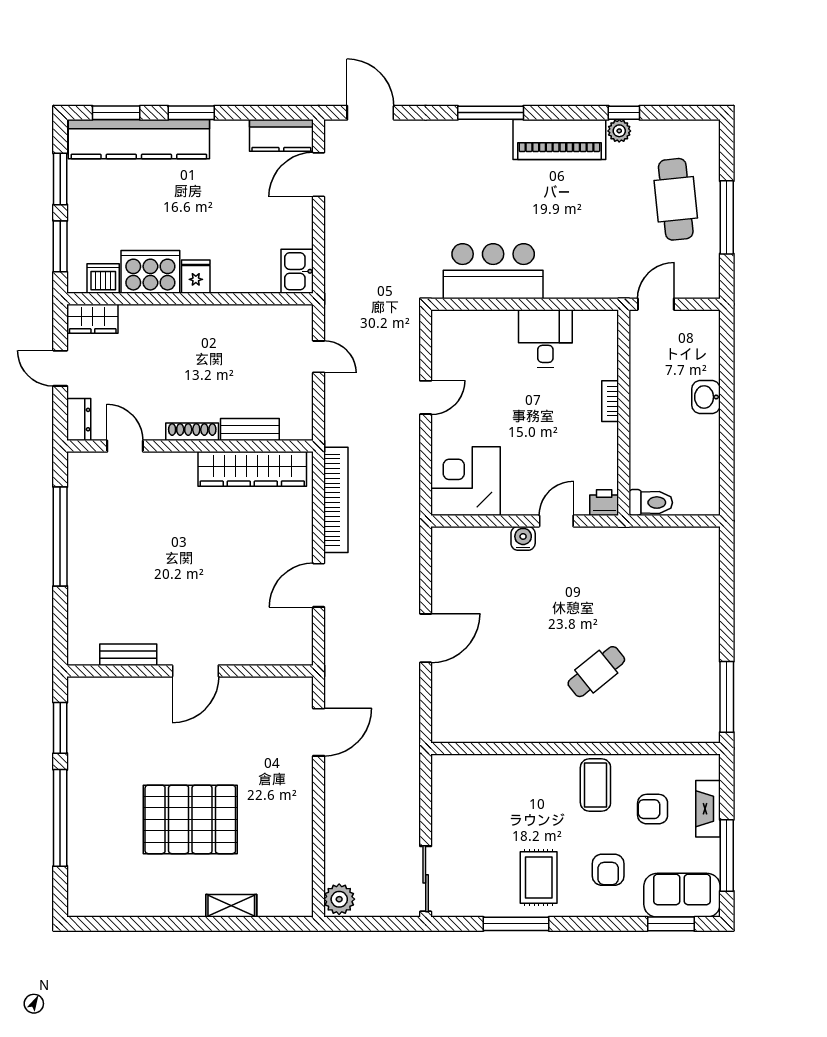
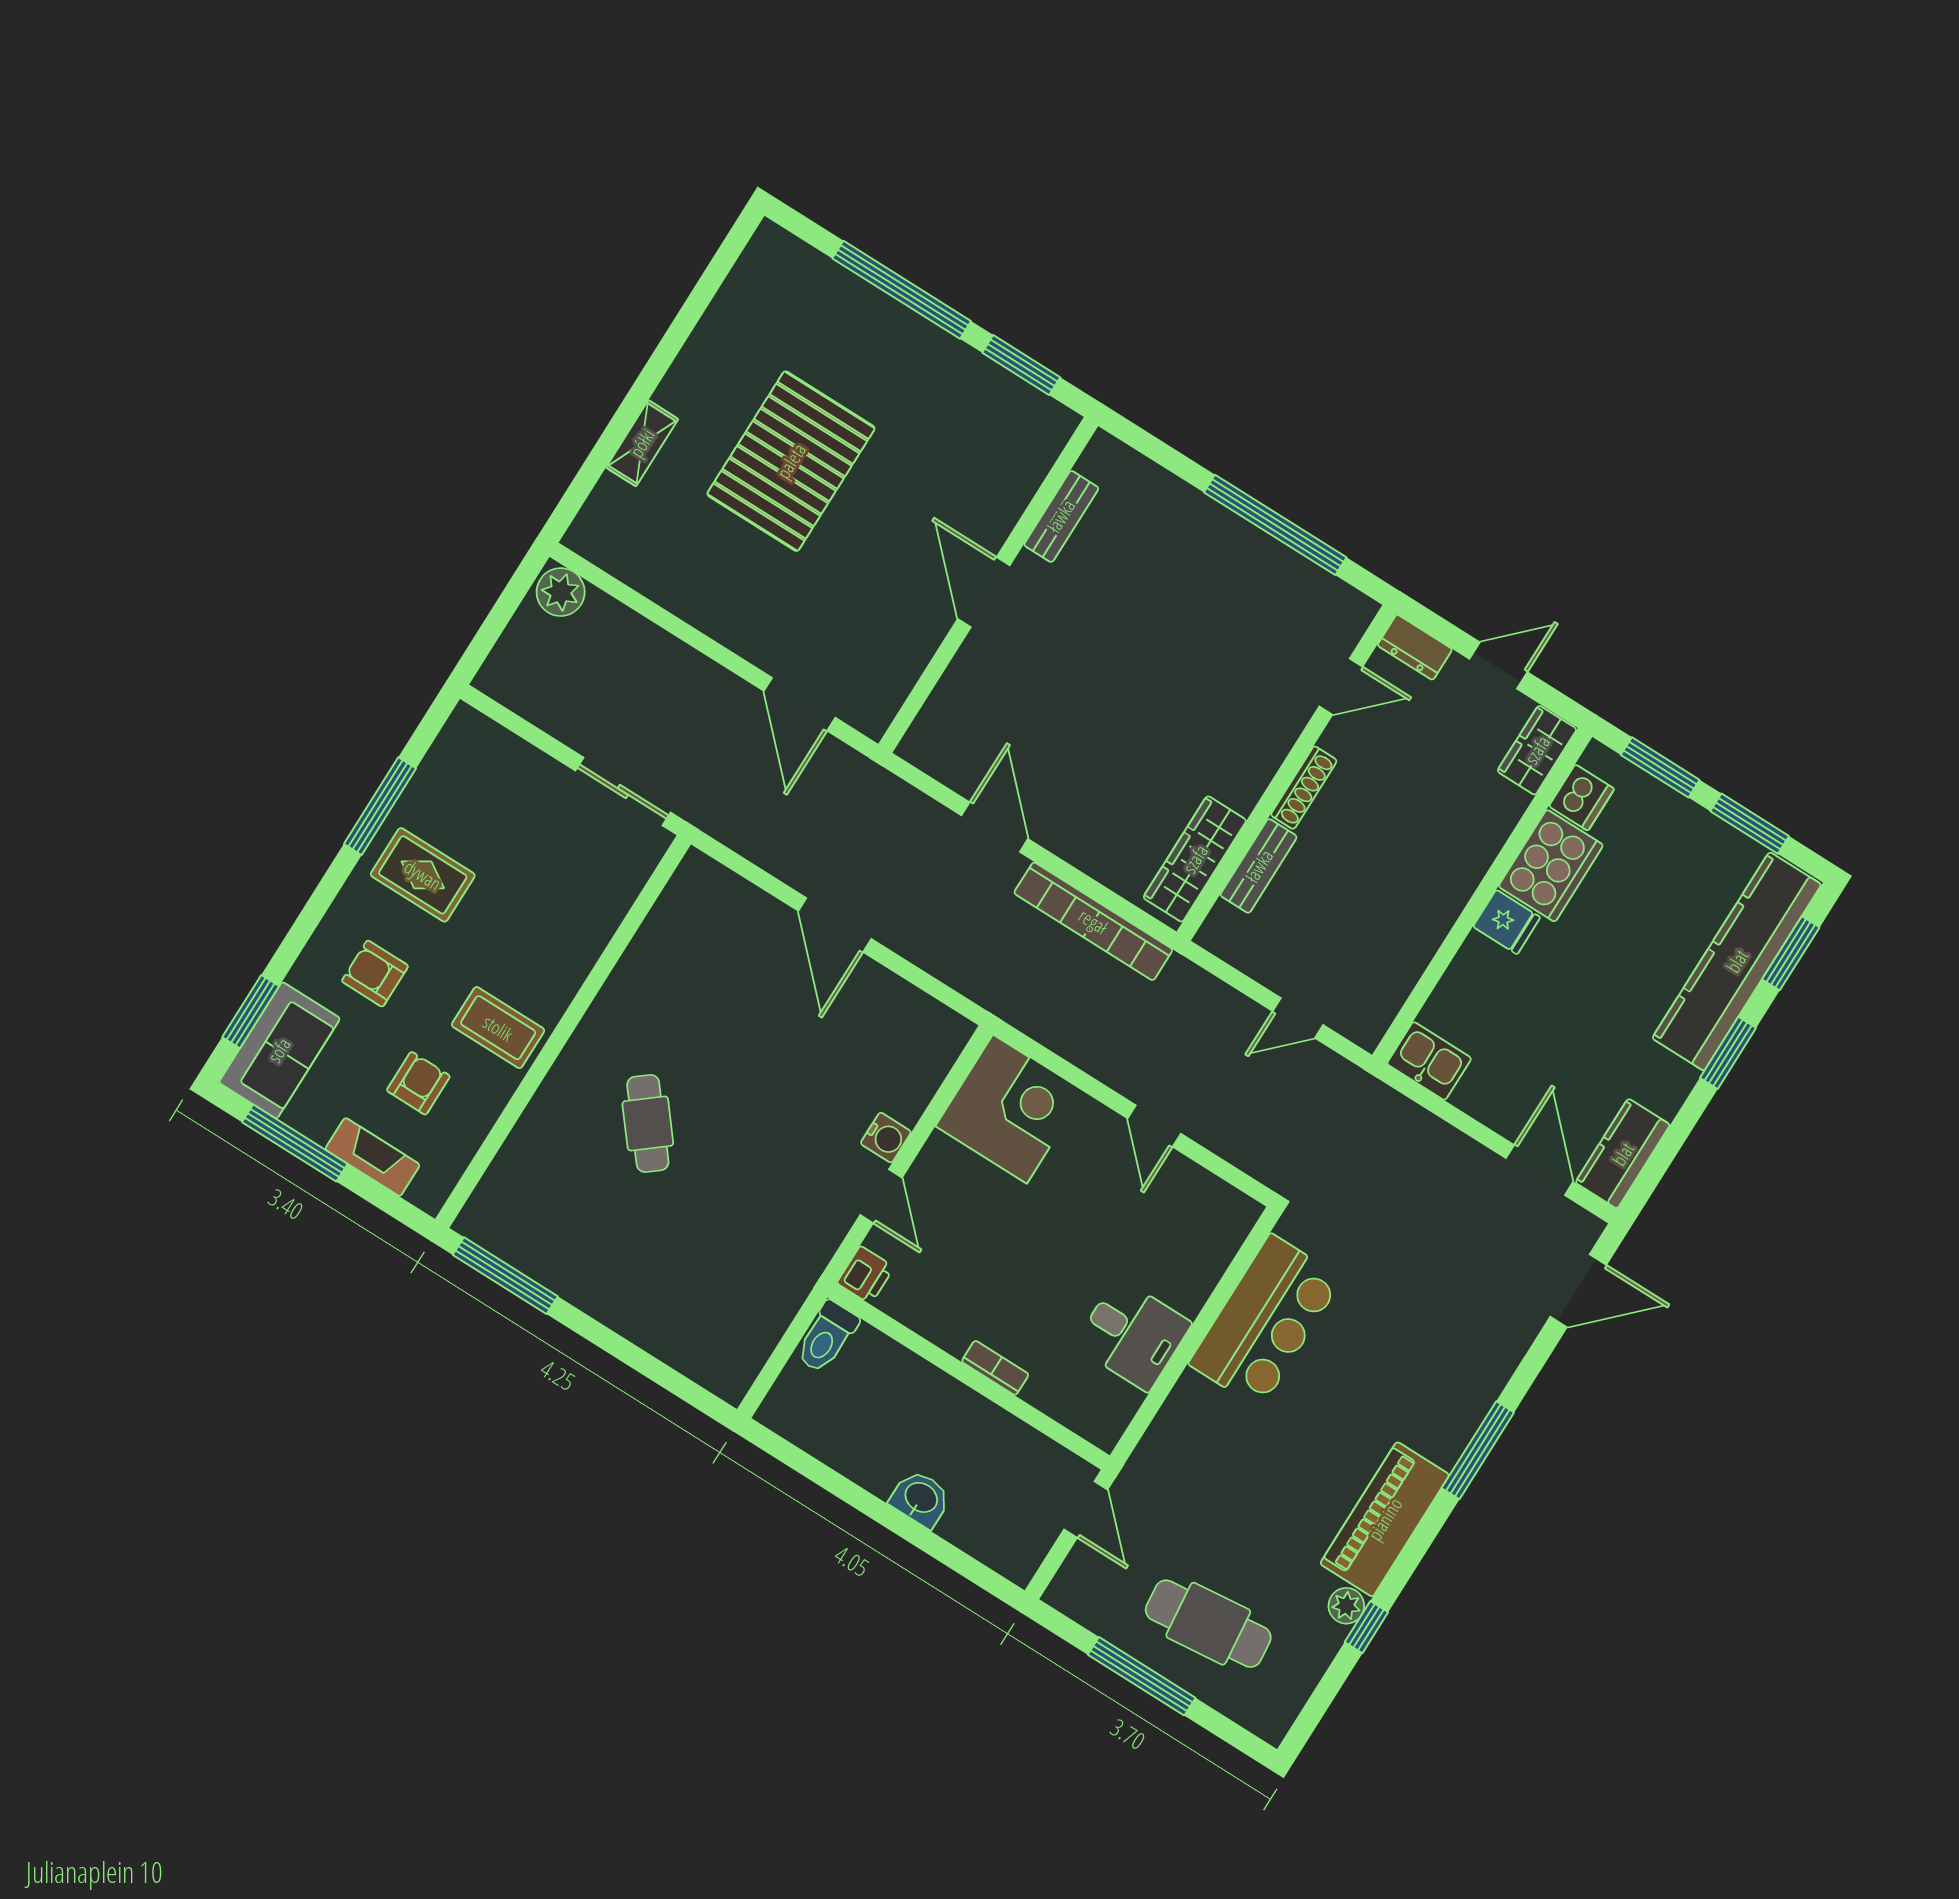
wardrobe: (252, 469) -> (1195, 859), width x0.71, depth x0.85
sliding door: (426, 879) -> (623, 791), moved

